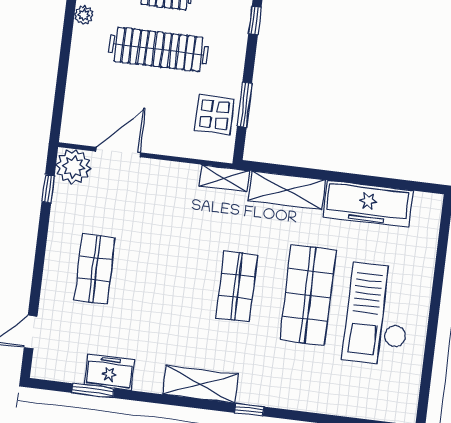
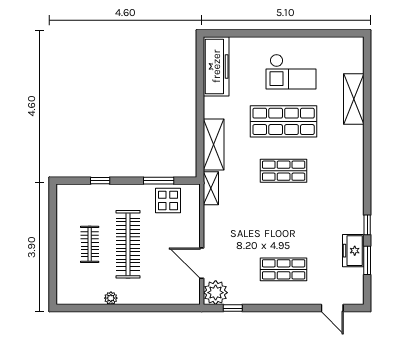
freezer: (368, 204) -> (216, 66), moved
checkout: (378, 314) -> (291, 72), width x0.73, depth x0.83
shelving: (200, 384) -> (354, 99), moved
window: (249, 410) -> (367, 225), moved

